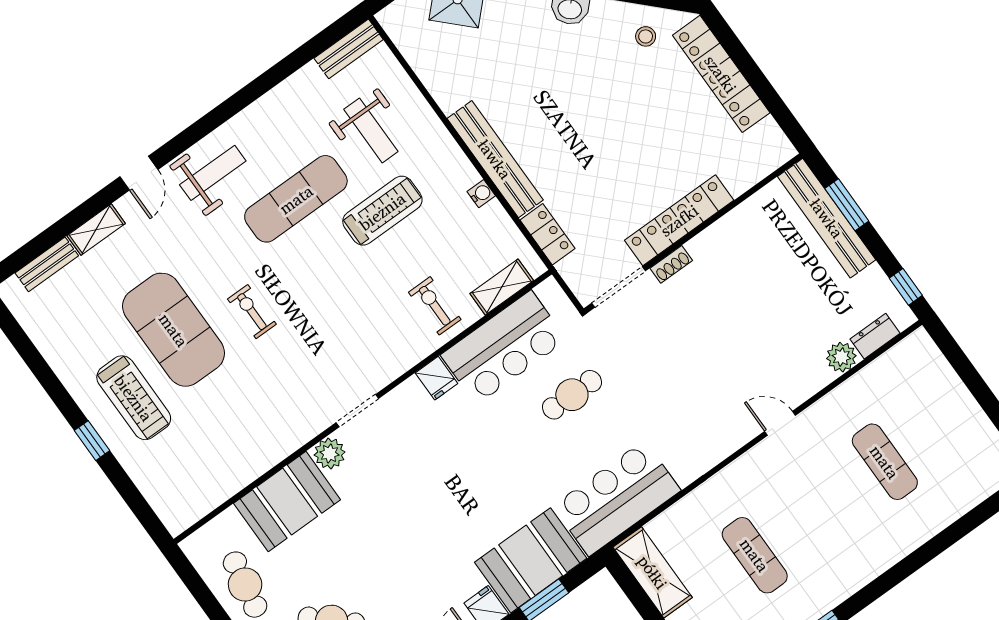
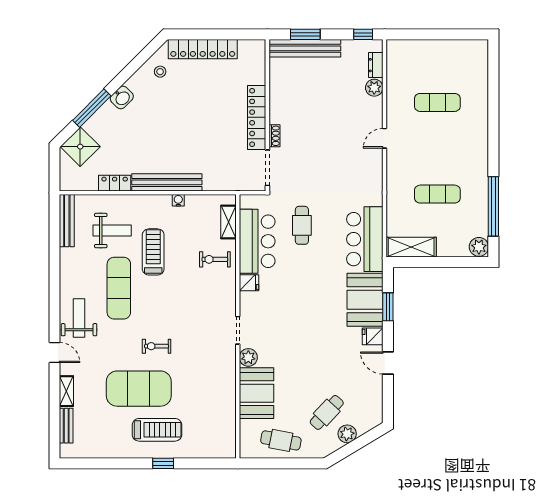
bench: (349, 49) -> (67, 221), width x1.36
locker: (548, 234) -> (115, 183), moved

